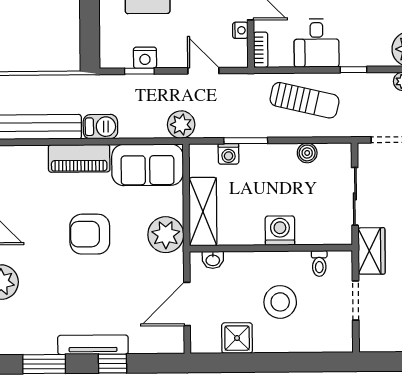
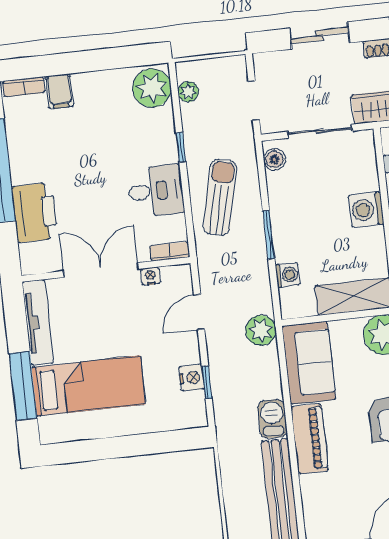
window: (246, 141) -> (269, 235), moved
boiler: (307, 153) -> (274, 159), moved

